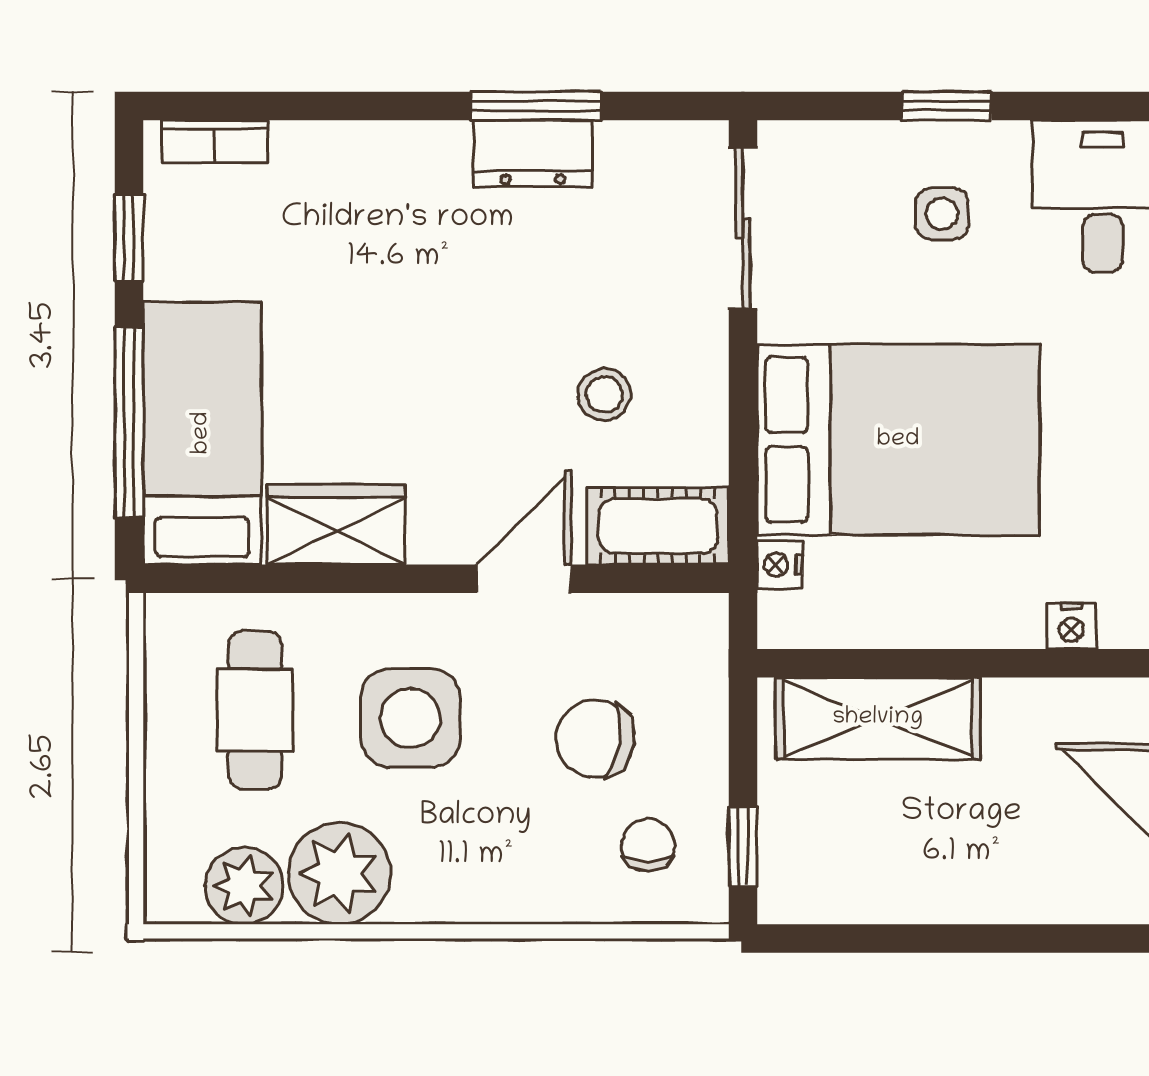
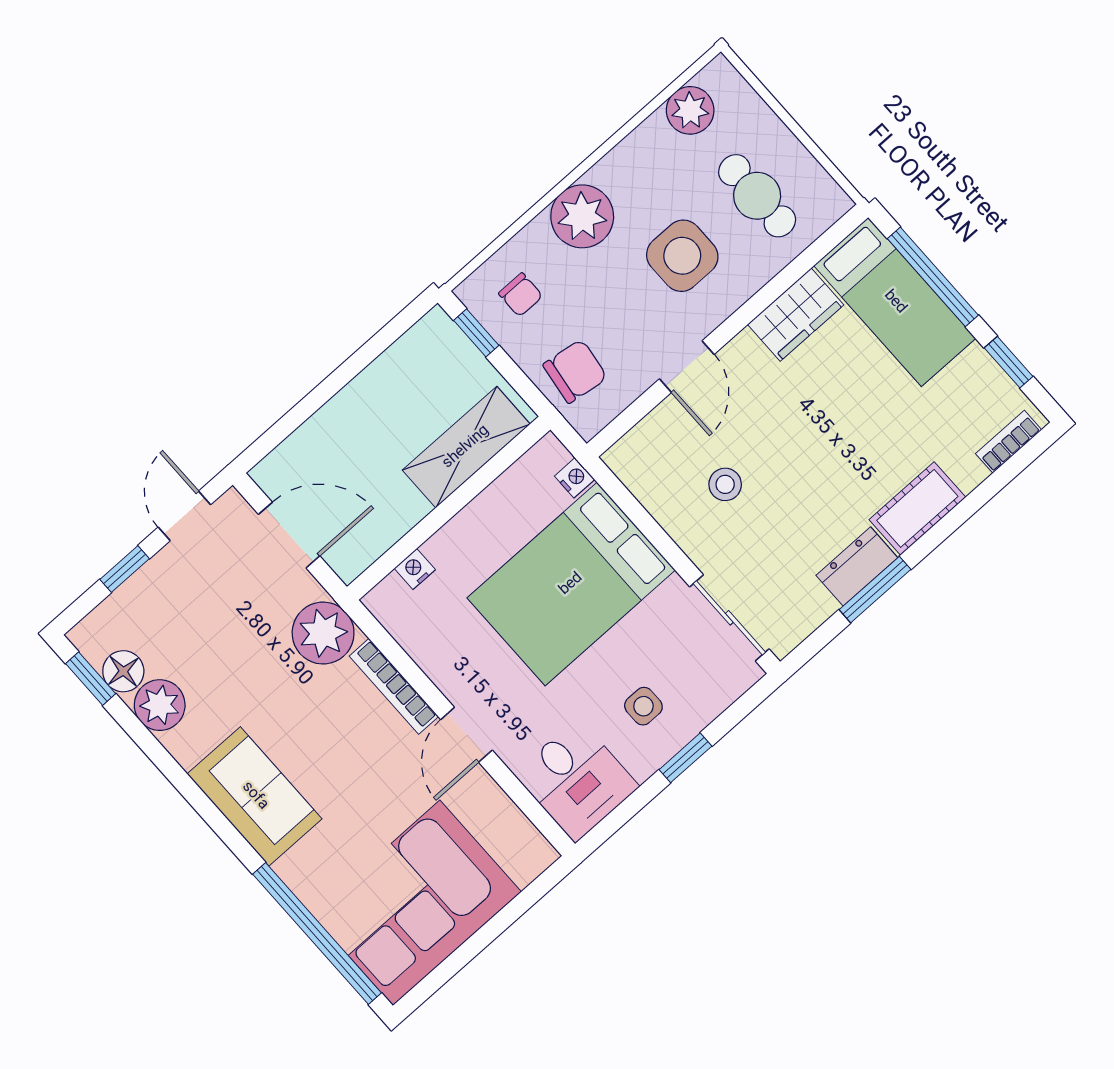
cot: (658, 526) -> (917, 508), moved
chair: (595, 739) -> (575, 371), moved
plant: (339, 873) -> (582, 216), moved

